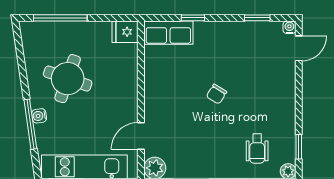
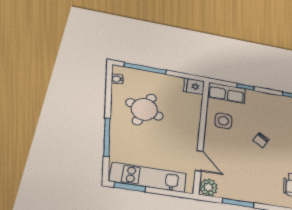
side table: (167, 75) -> (223, 121), added
water cooler: (39, 116) -> (117, 79), moved
door: (141, 136) -> (199, 161), swing flipped

